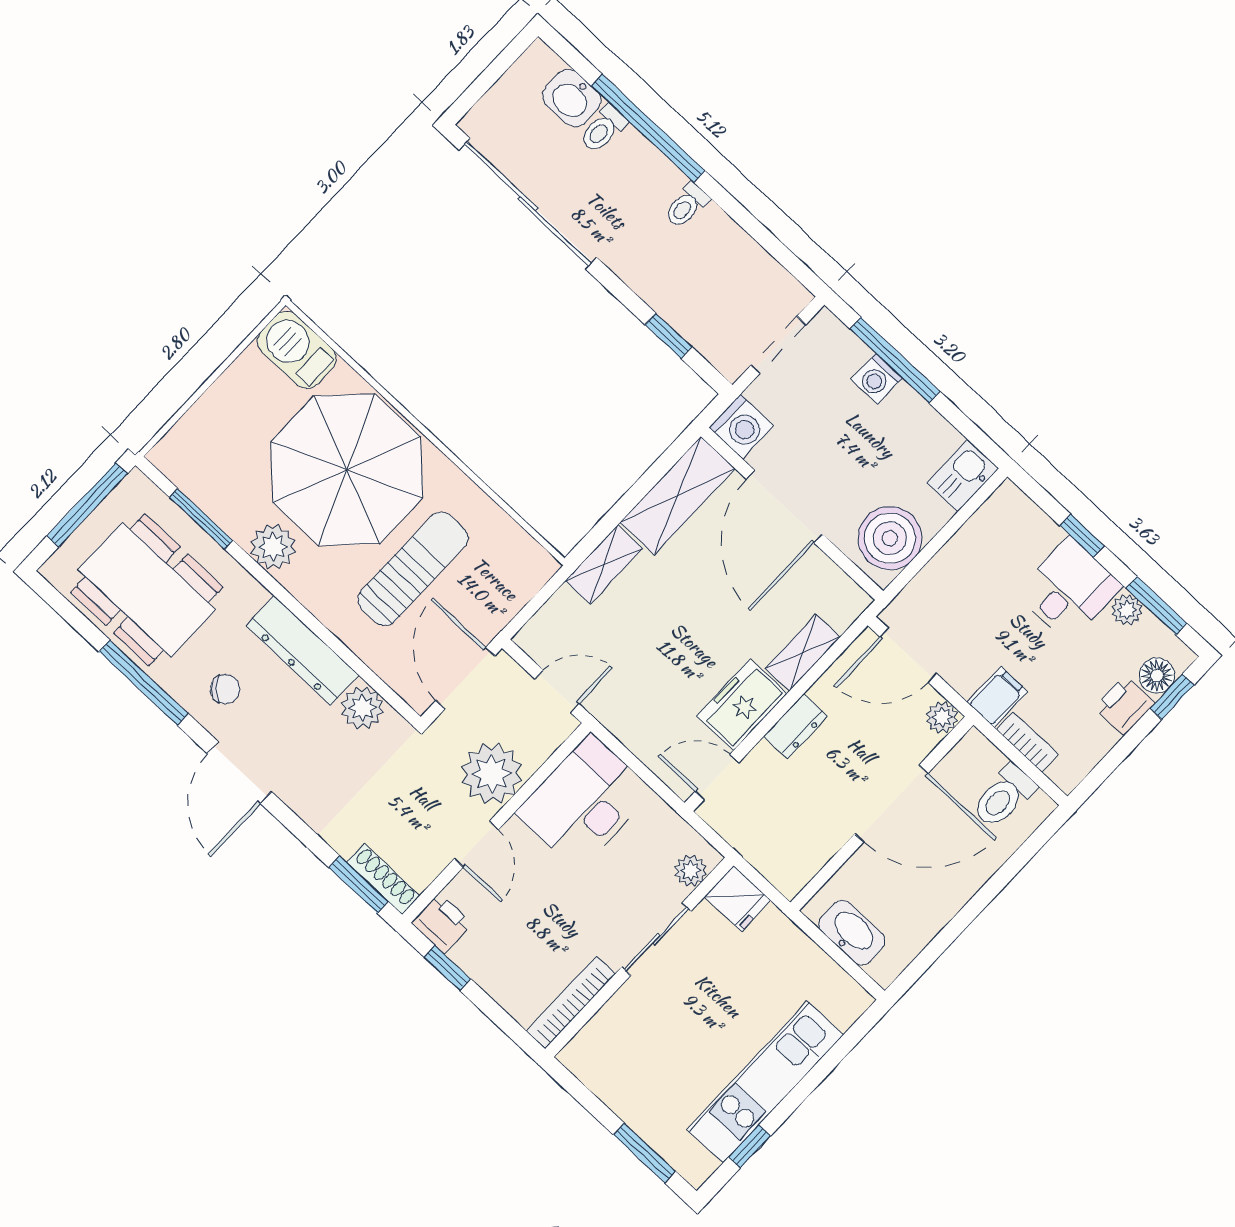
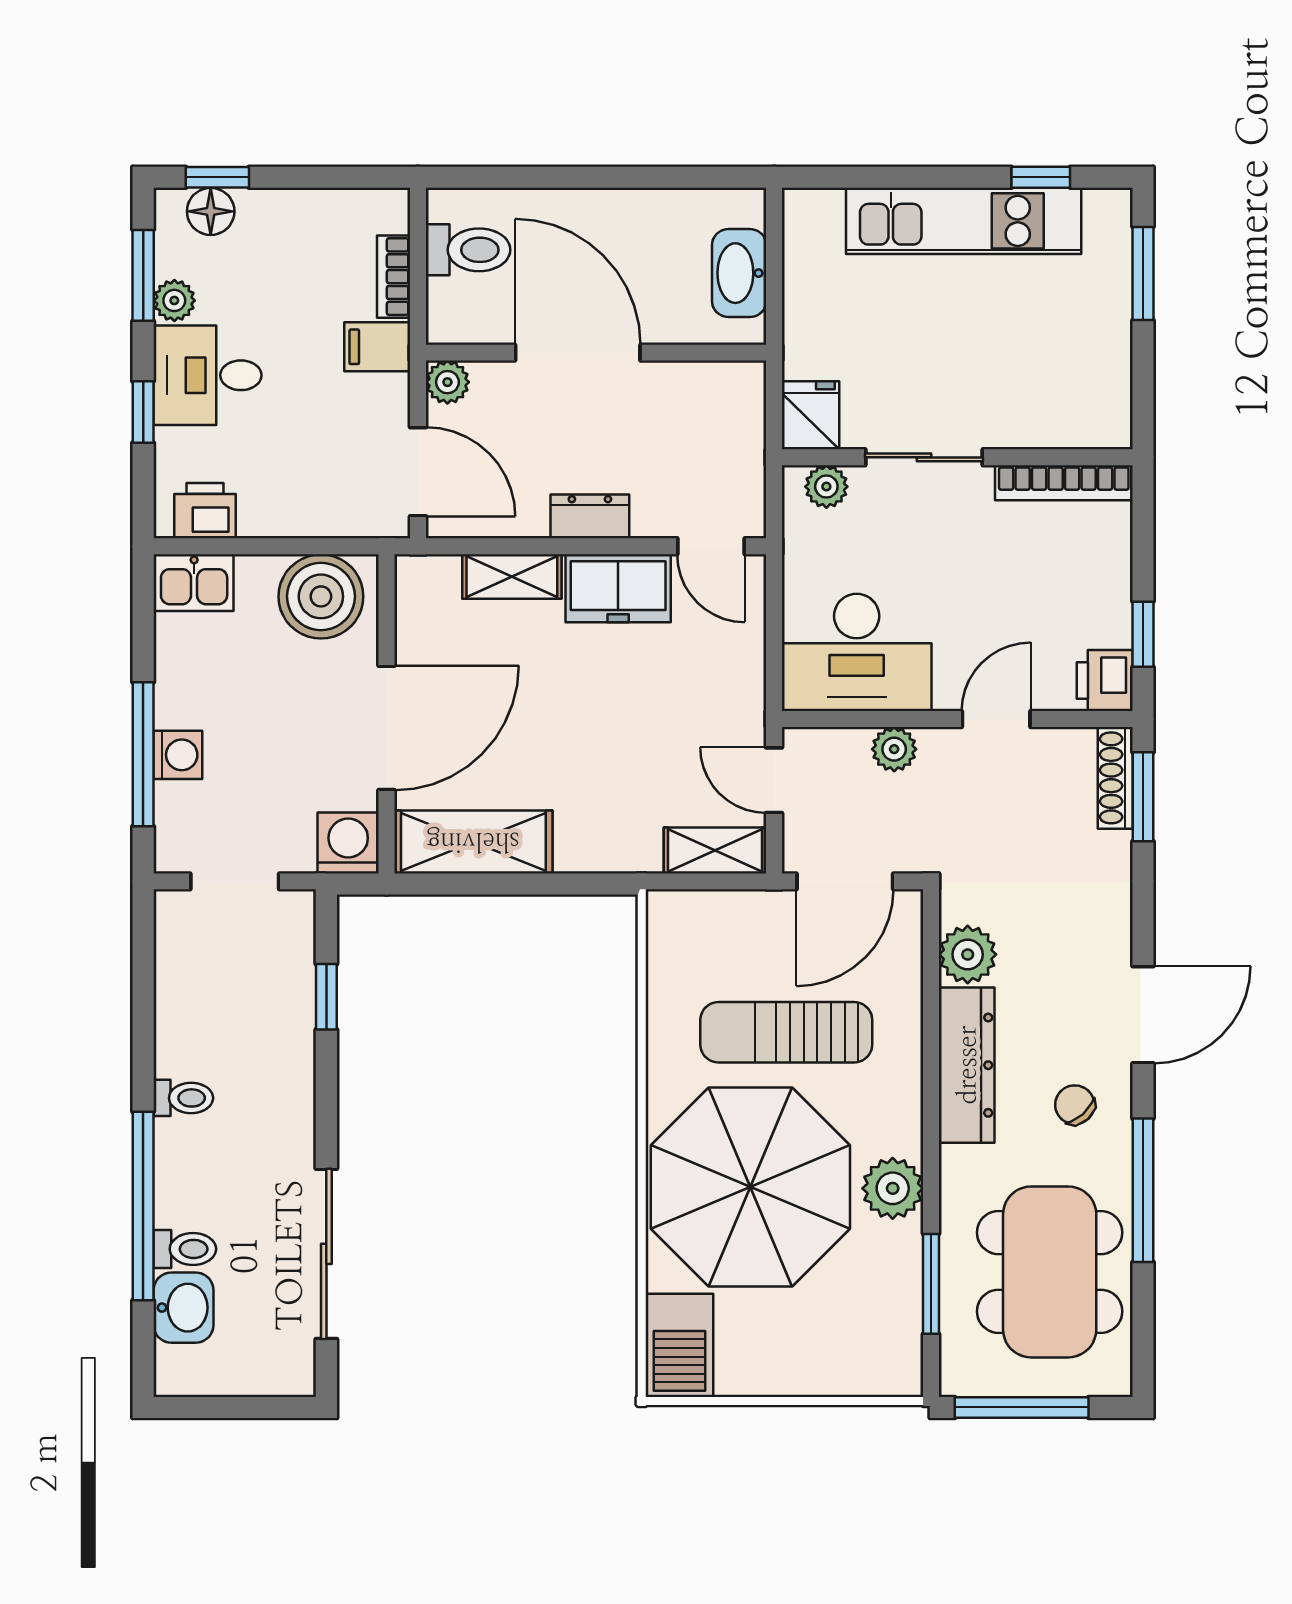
sliding door: (528, 204) -> (326, 1254), width x0.73
shelving: (604, 564) -> (715, 850), moved
printer: (1125, 705) -> (205, 511), moved, turned 180
plant: (492, 774) -> (894, 749), width x0.53, depth x0.53

